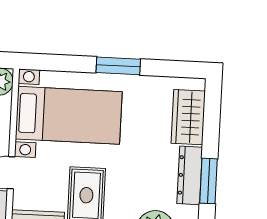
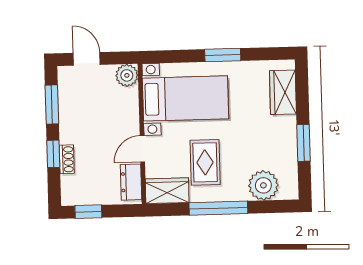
dresser: (190, 175) -> (288, 140), removed

